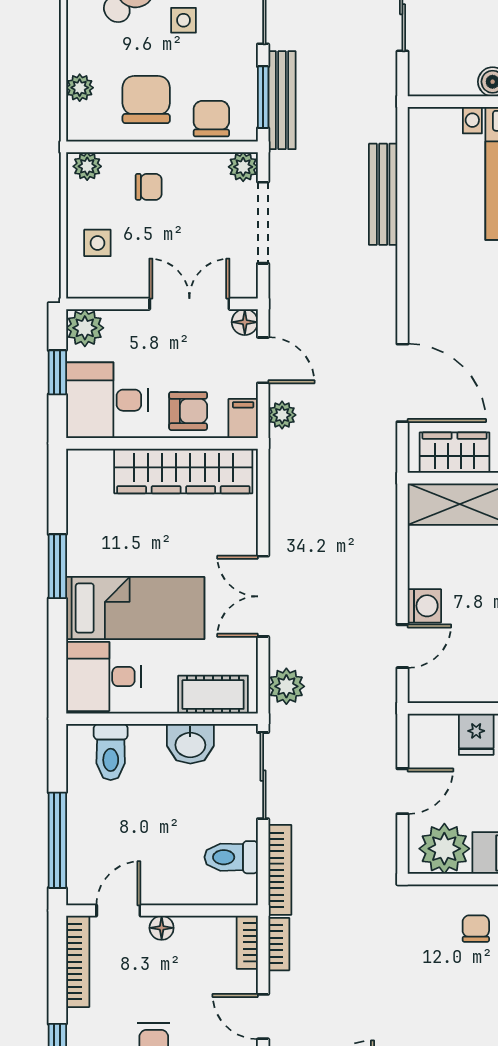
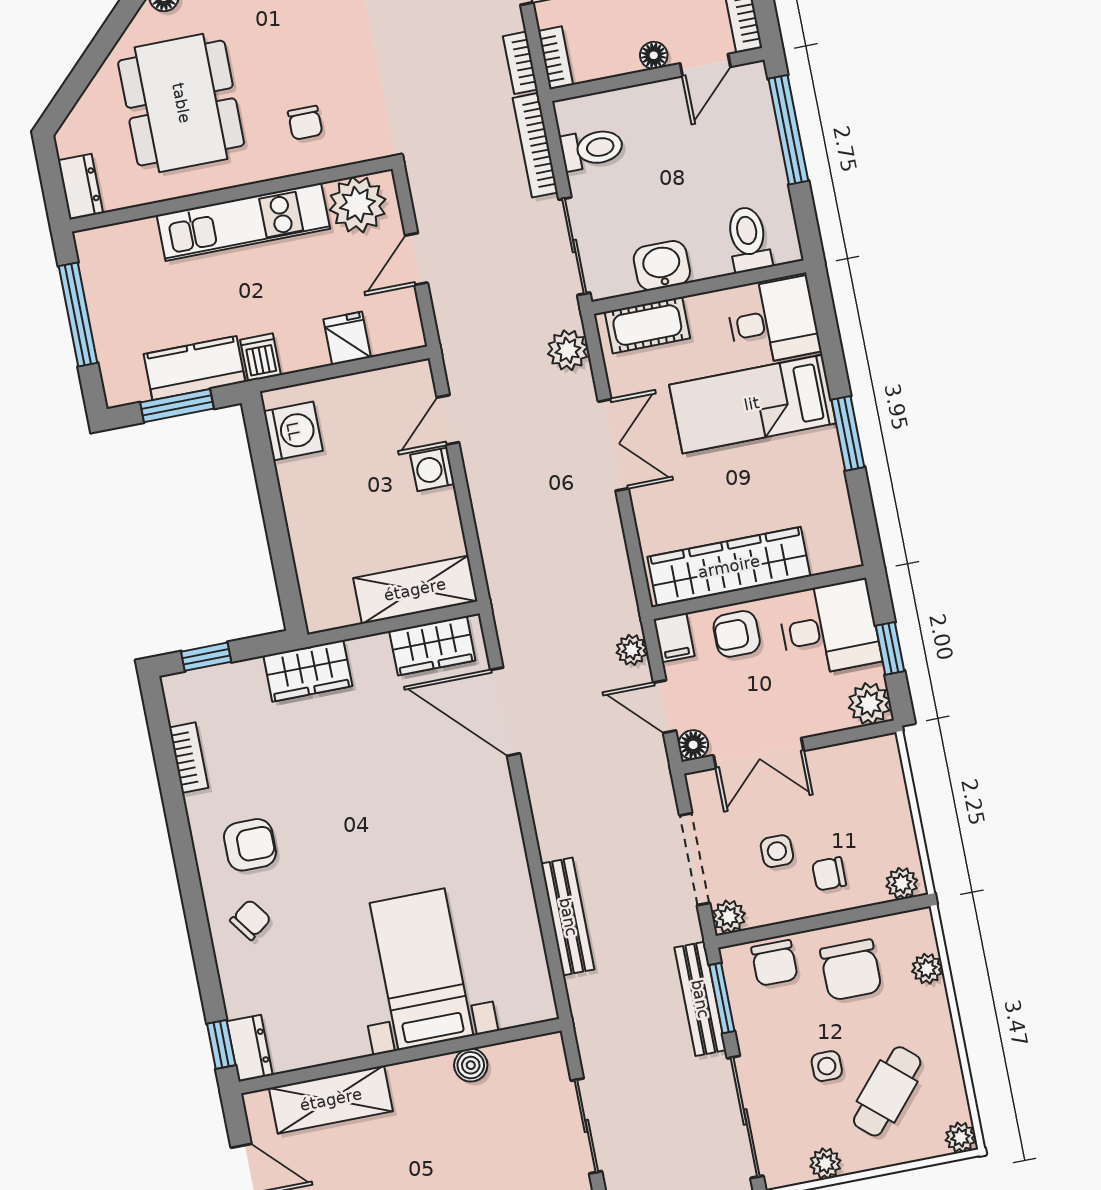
side table: (97, 243) -> (777, 851), moved

